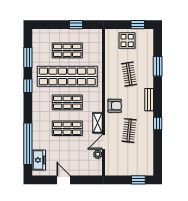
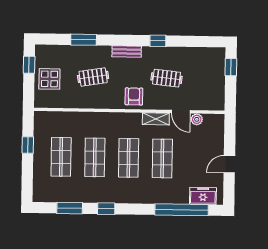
shop shelf: (67, 76) -> (95, 157), width x0.50, depth x0.74

